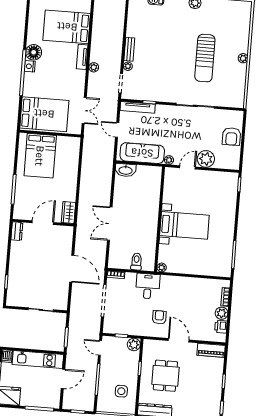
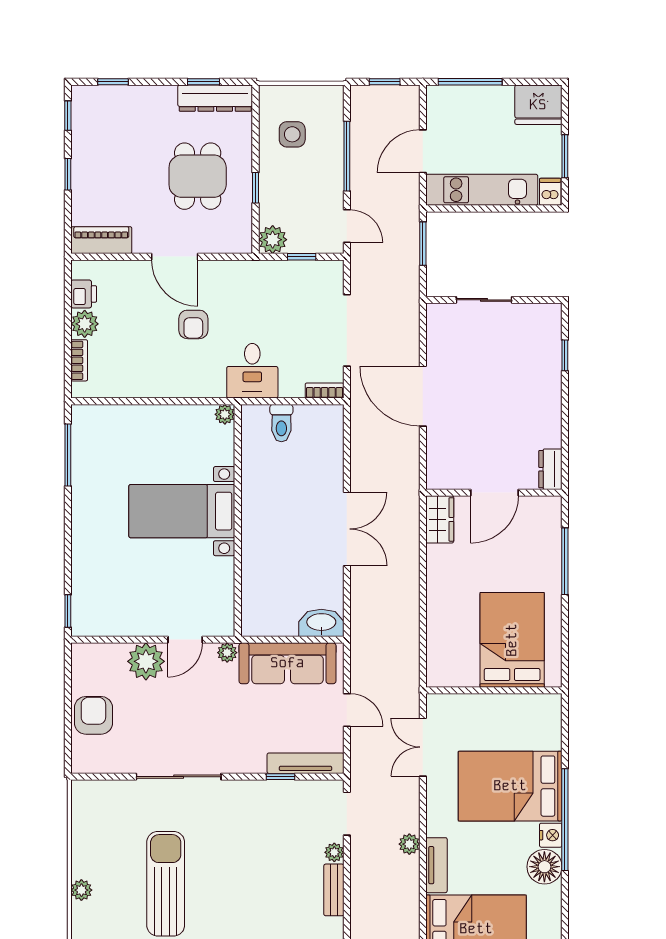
bed: (44, 114) -> (510, 786), moved
double door: (110, 224) -> (347, 529), moved
armchair: (159, 317) -> (193, 324), moved

